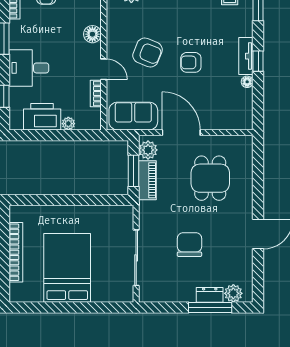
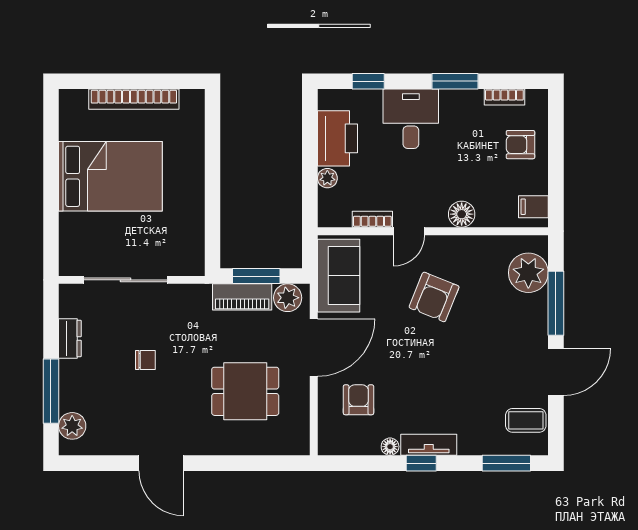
armchair: (191, 62) -> (358, 400), moved
chair: (189, 245) -> (145, 360), width x0.54, depth x0.54
dresser: (210, 295) -> (70, 338), moved

